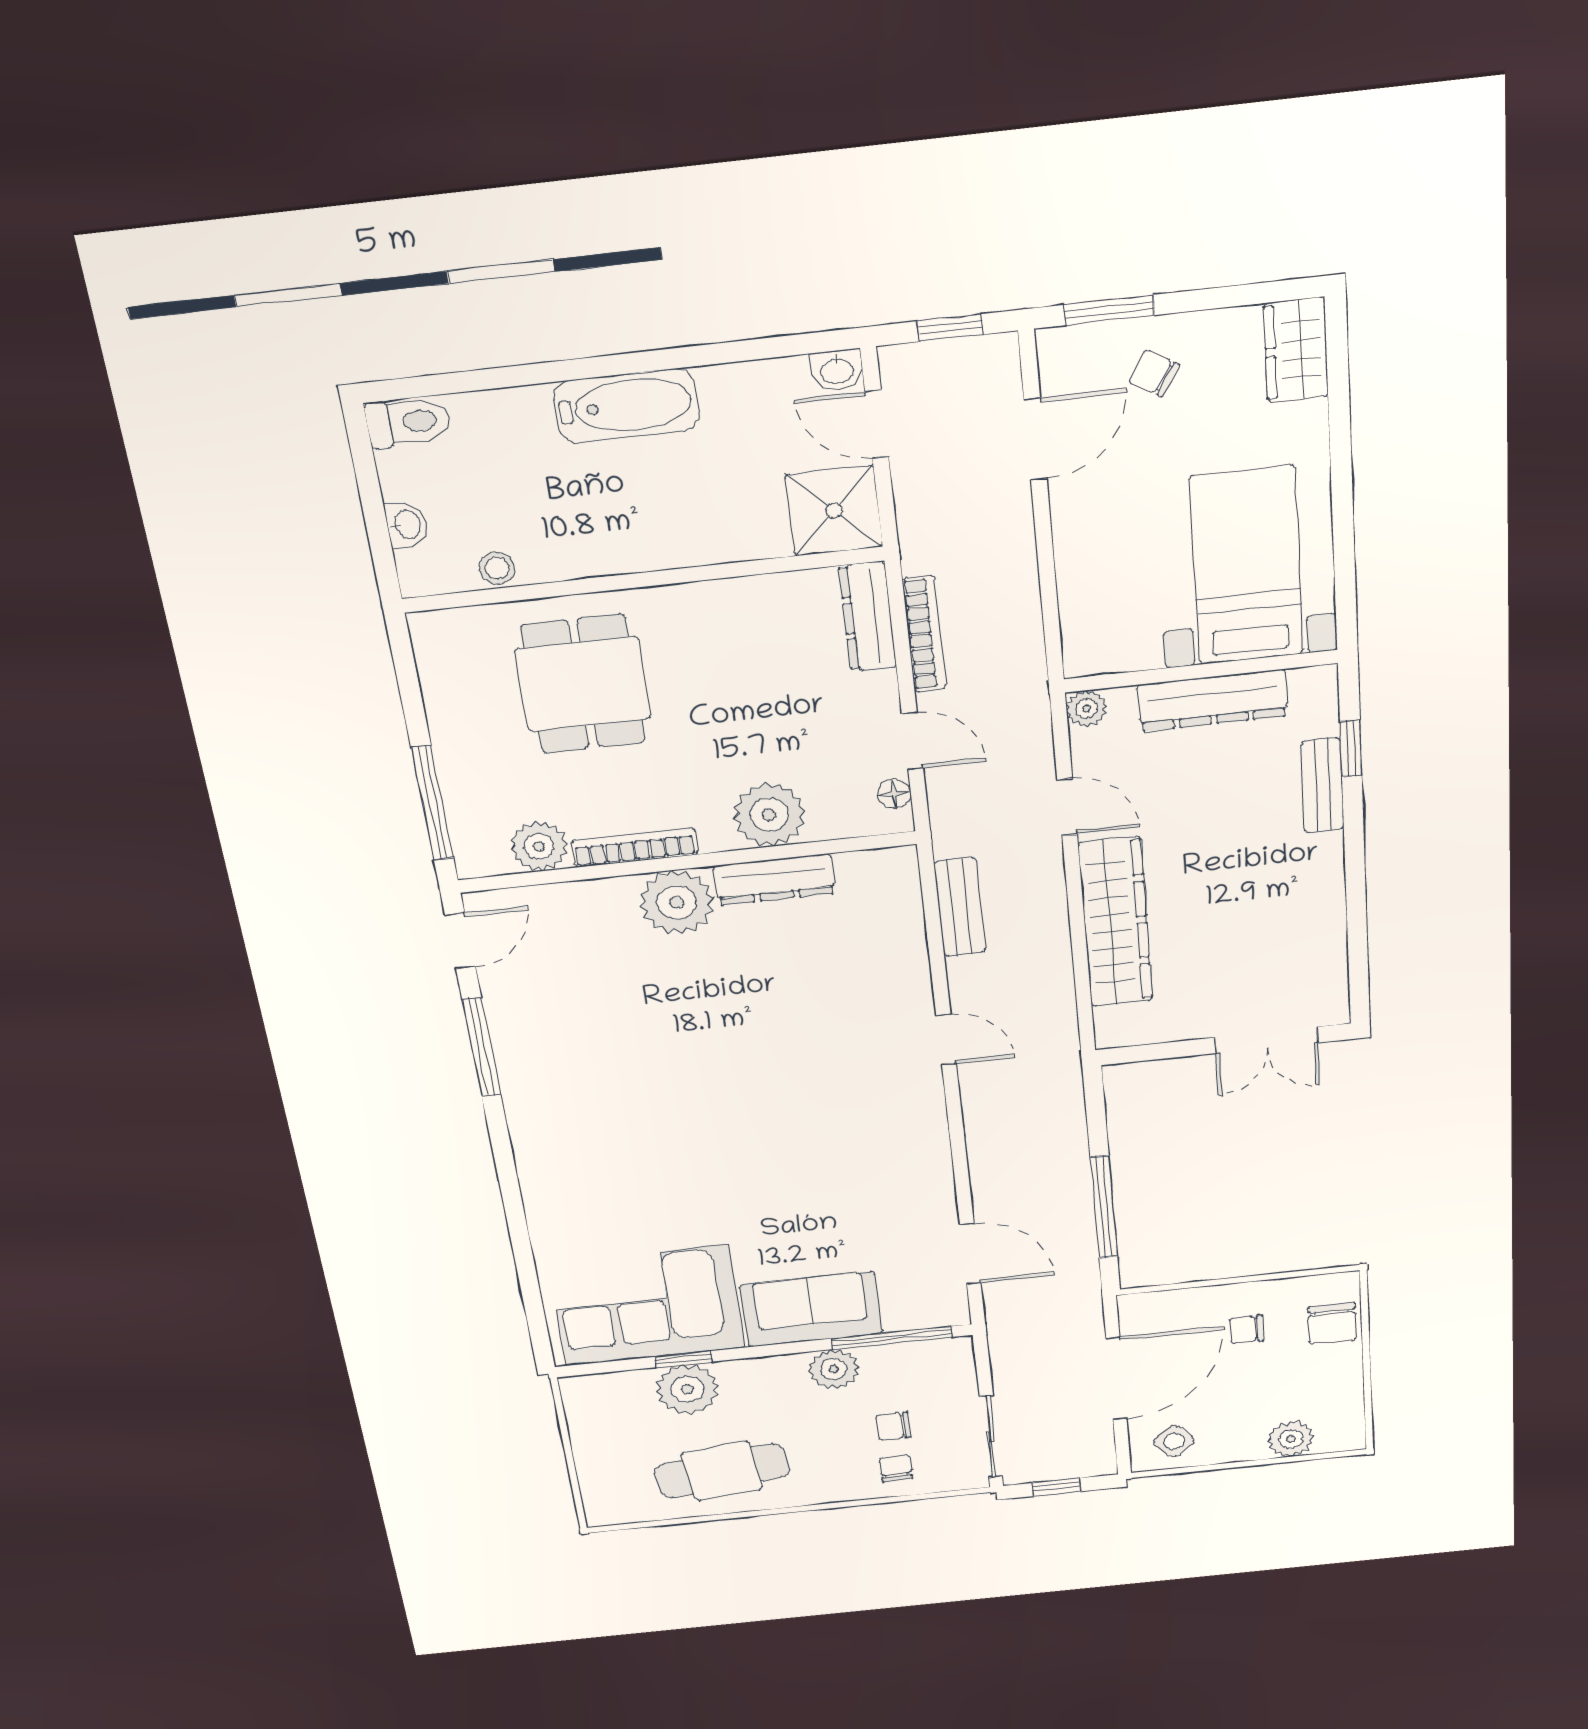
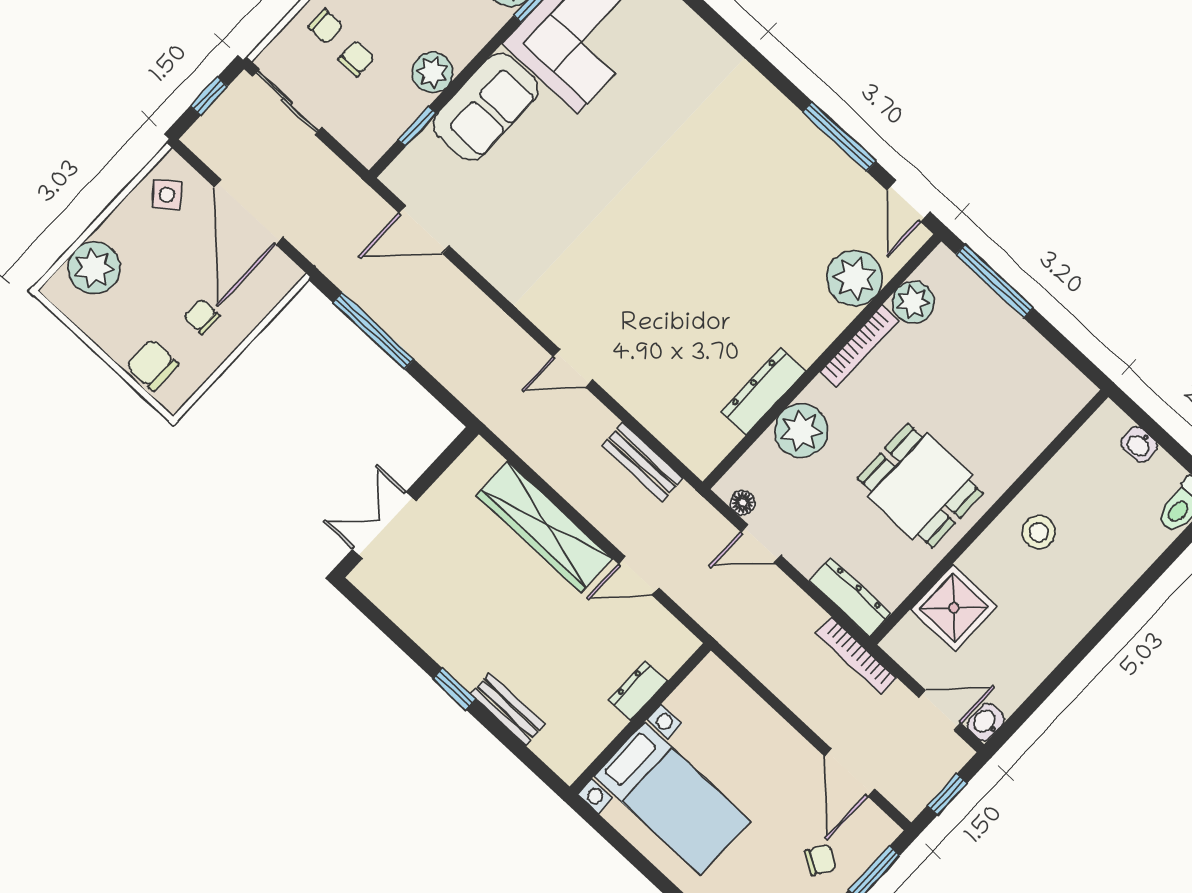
bathtub: (626, 406) -> (1078, 610), removed
shower: (834, 511) -> (954, 608), moved
stool: (497, 568) -> (1039, 532), moved, width x1.37, depth x1.37
bookcase: (924, 634) -> (856, 656), moved
dining table: (583, 684) -> (920, 486), moved
dresser: (1213, 700) -> (638, 691), width x0.51, depth x0.80
plant: (1087, 709) -> (683, 644), removed
window: (1351, 749) -> (454, 689), moved
plant: (677, 902) -> (855, 278), moved
chair: (1247, 1329) -> (202, 316), turned -90
window: (892, 1338) -> (417, 127), width x0.46
plant: (1291, 1439) -> (94, 268), width x1.36, depth x1.36

